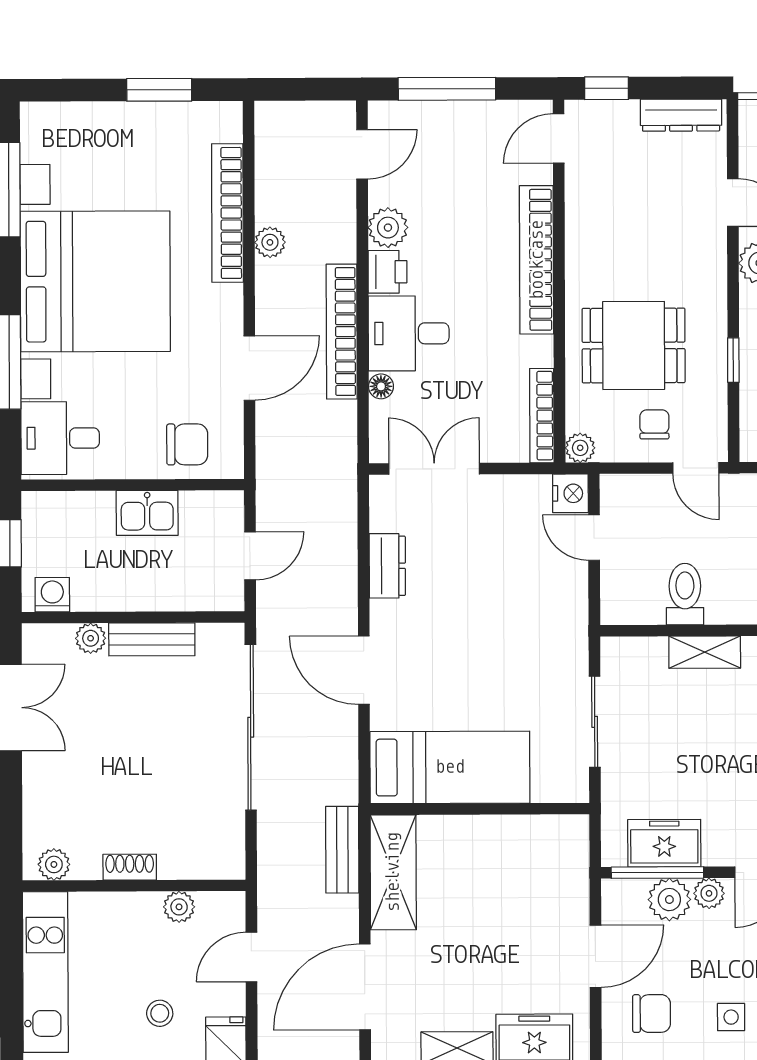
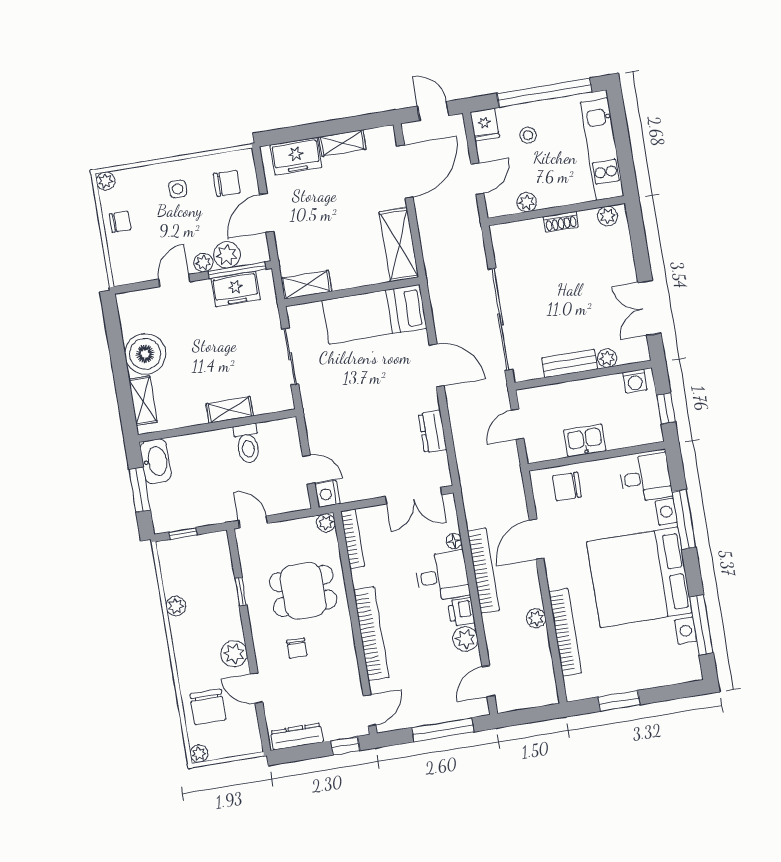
chair: (654, 424) -> (297, 648), moved
shelving: (551, 832) -> (306, 285), added
bench: (342, 850) -> (432, 253), removed
chair: (652, 1014) -> (227, 183), turned 180

